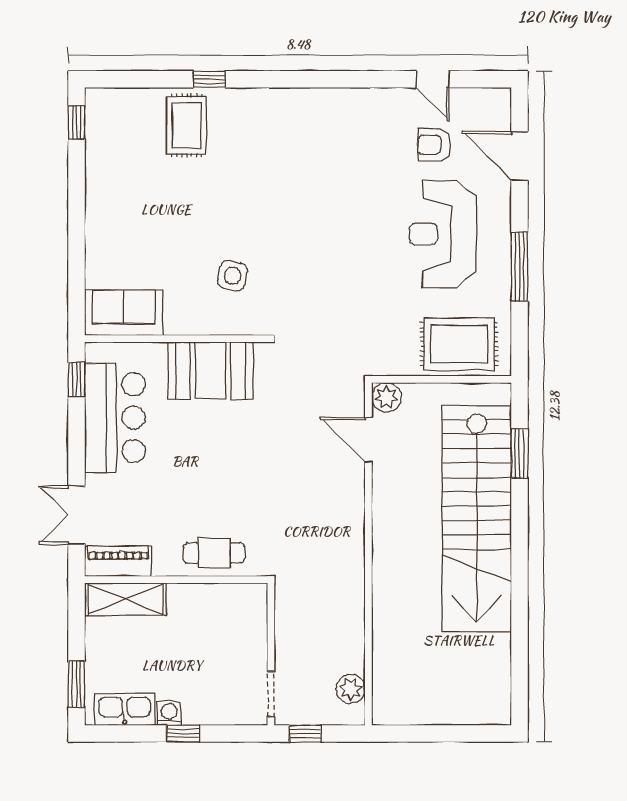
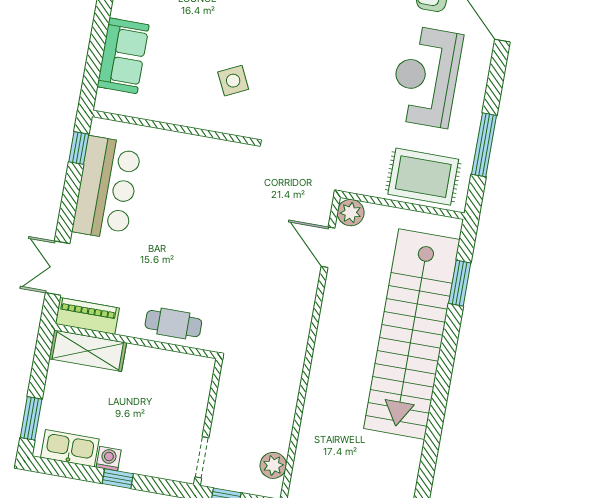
window: (519, 267) -> (484, 145), moved
side table: (232, 276) -> (233, 81), turned -37
sofa: (124, 313) -> (123, 56), moved, turned 90
booth: (211, 371) -> (199, 161), removed

